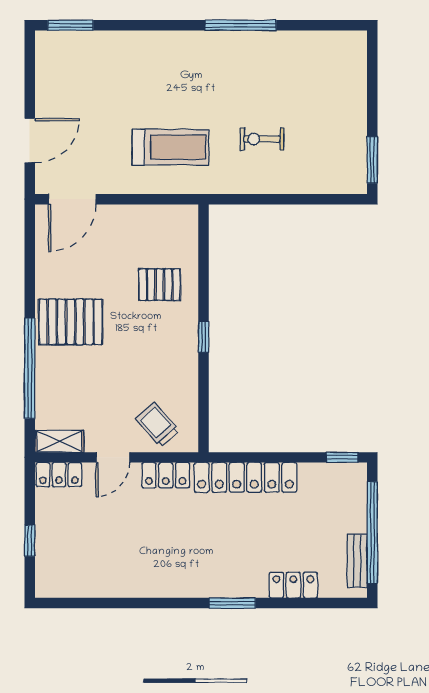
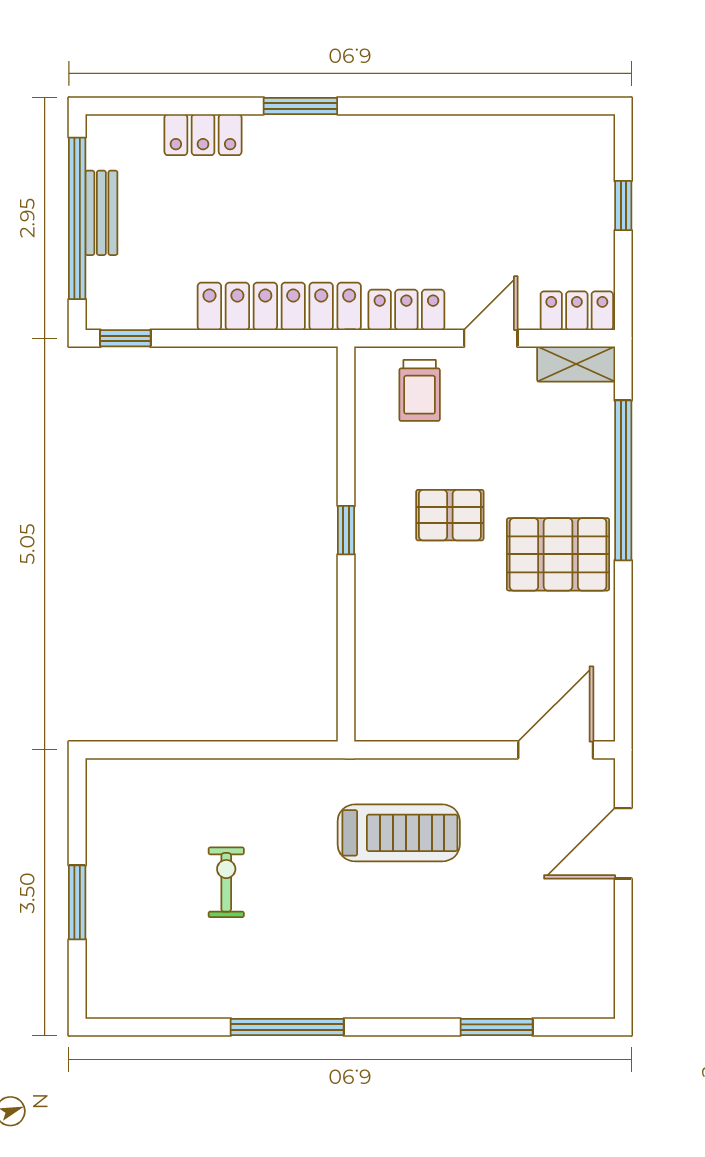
window: (70, 25) -> (497, 1027), moved
exercise bike: (262, 139) -> (226, 882), moved, turned -90
treadmill: (171, 147) -> (399, 833), turned 180
window: (372, 160) -> (77, 902), moved
pallet: (160, 285) -> (450, 515), moved
trolley: (157, 425) -> (420, 390), turned 41
bench: (357, 561) -> (101, 213), moved

